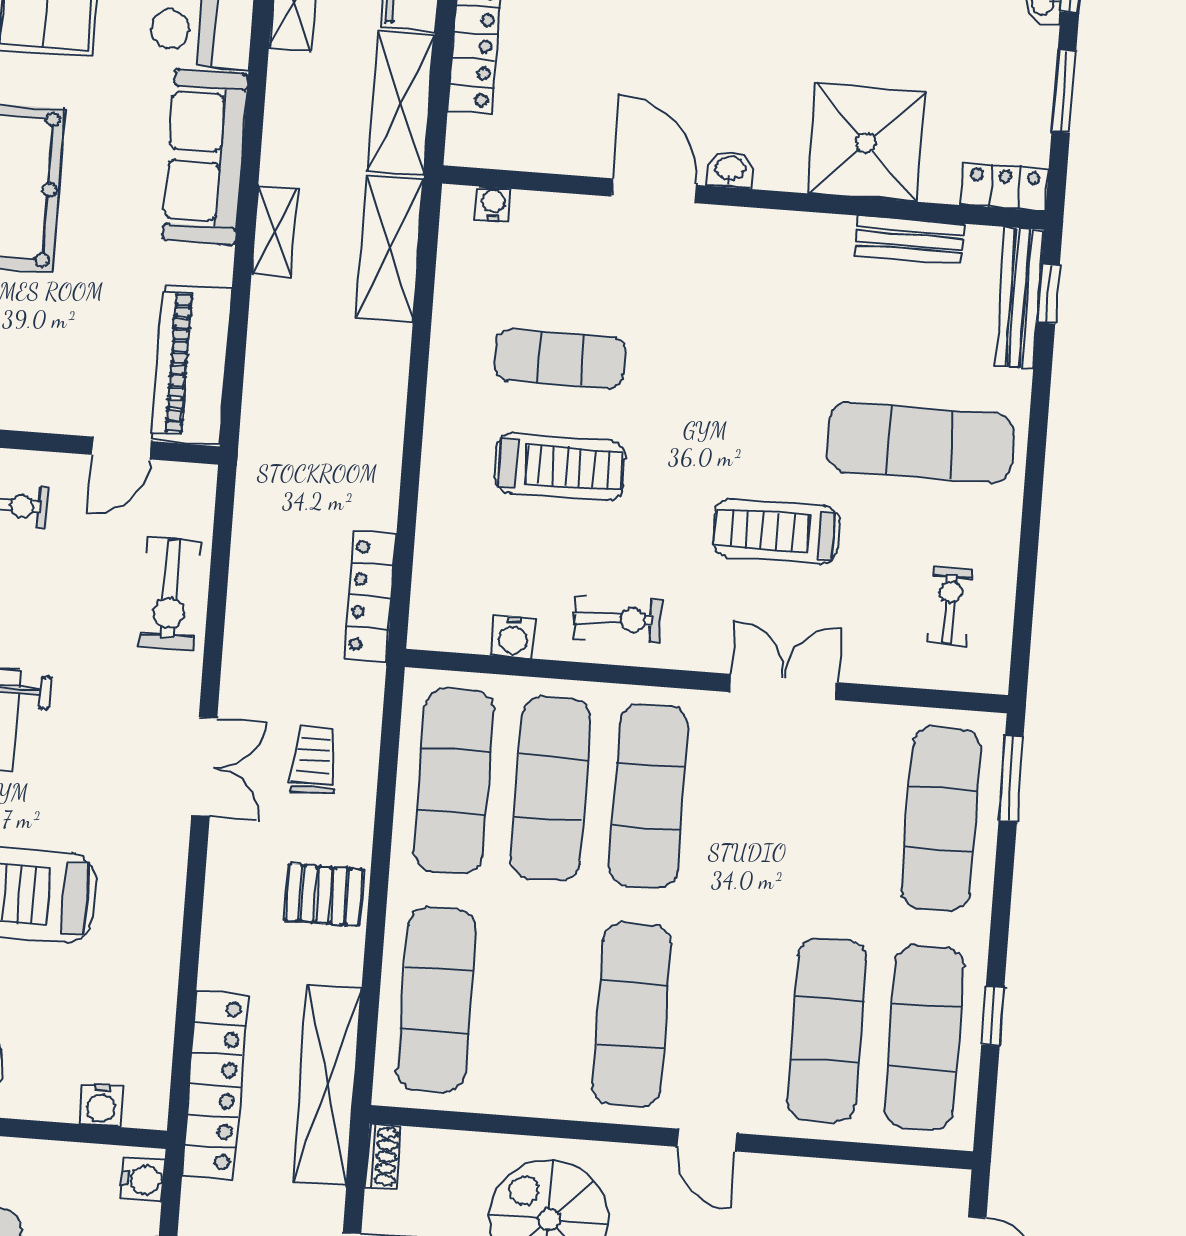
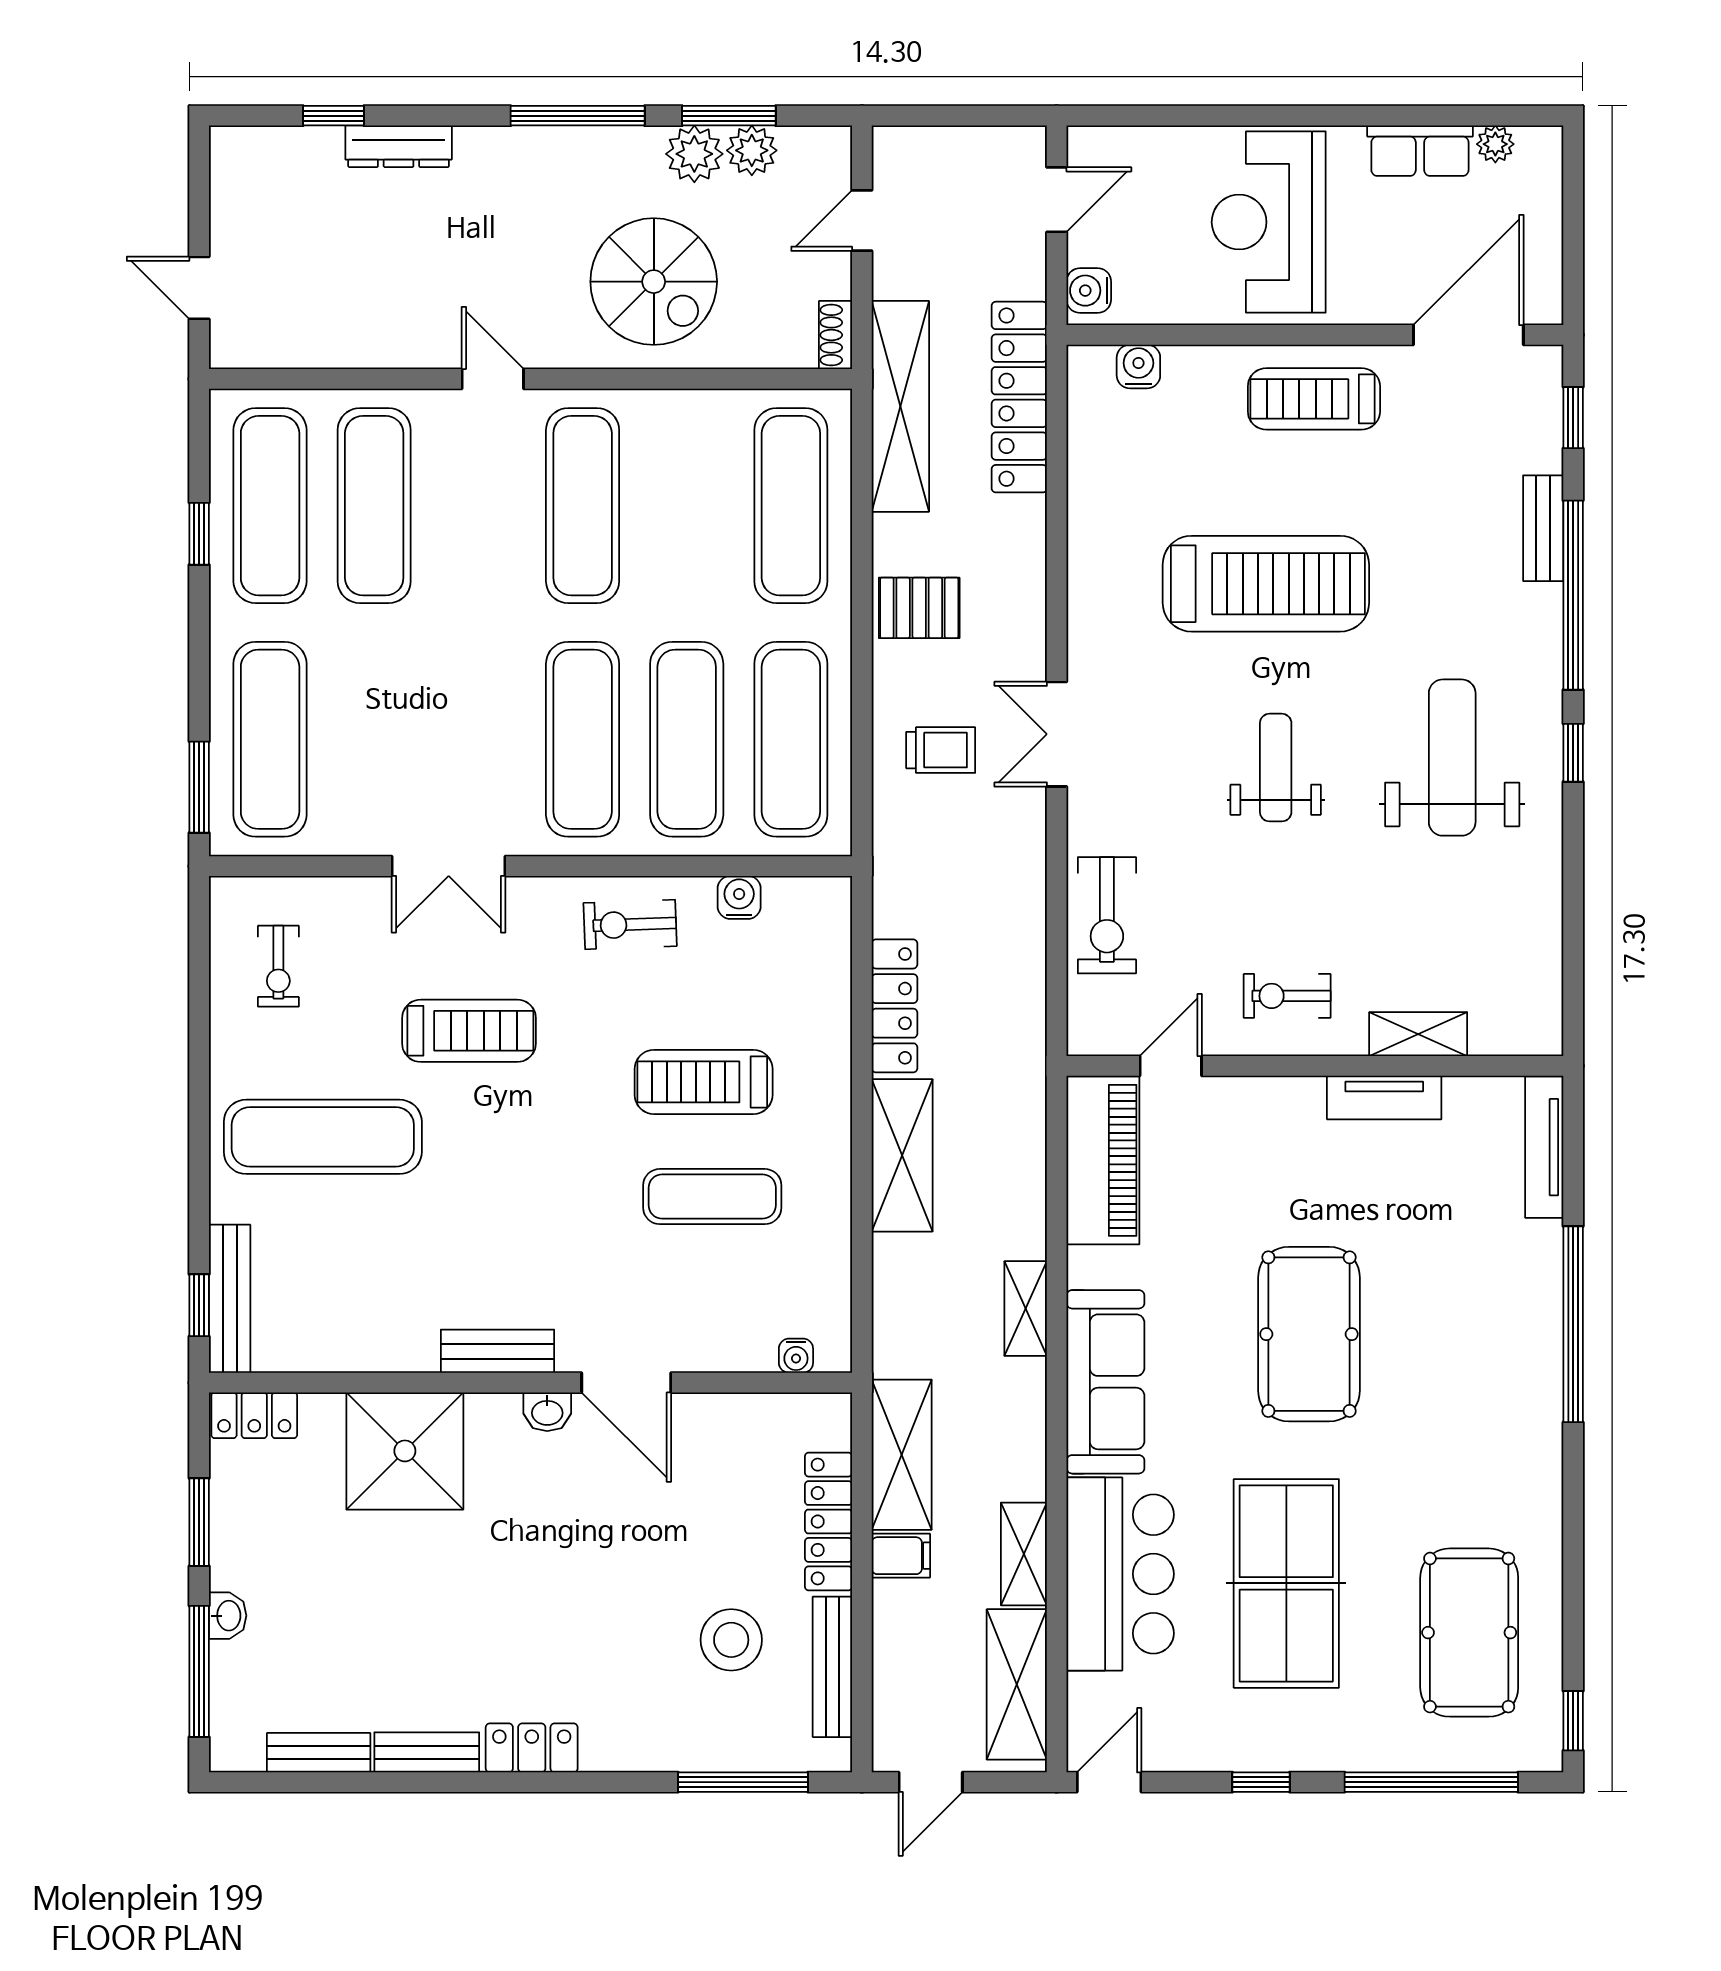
bench: (909, 240) -> (497, 1351), moved
shelving: (390, 249) -> (902, 1155), moved
exercise bike: (170, 594) -> (1107, 915), turned 180
locker: (370, 596) -> (894, 1006), moved
trolley: (314, 760) -> (941, 750), turned -90

